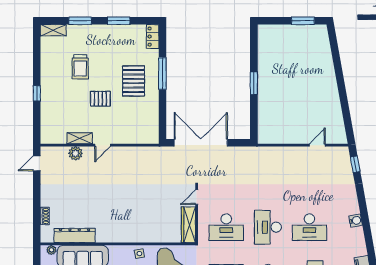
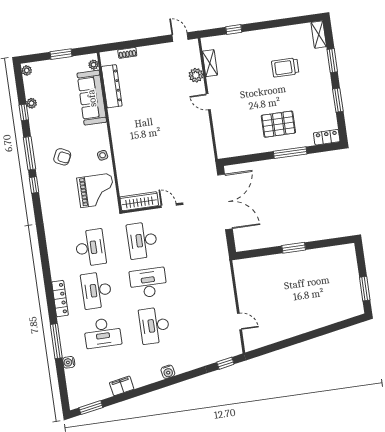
window: (37, 93) -> (234, 29), moved
pallet: (100, 99) -> (255, 93), removed
shelving: (80, 138) -> (210, 63), moved

